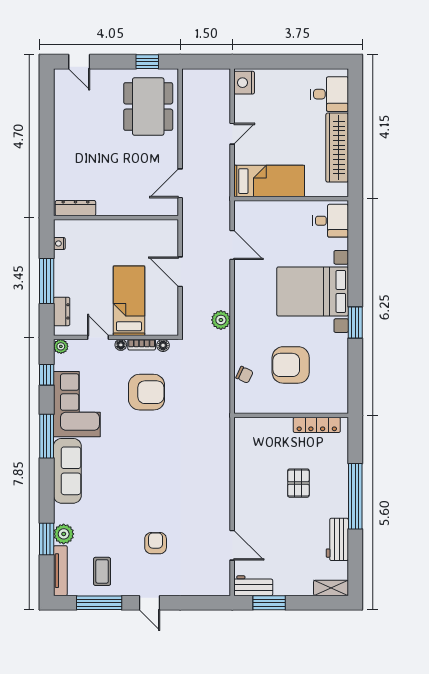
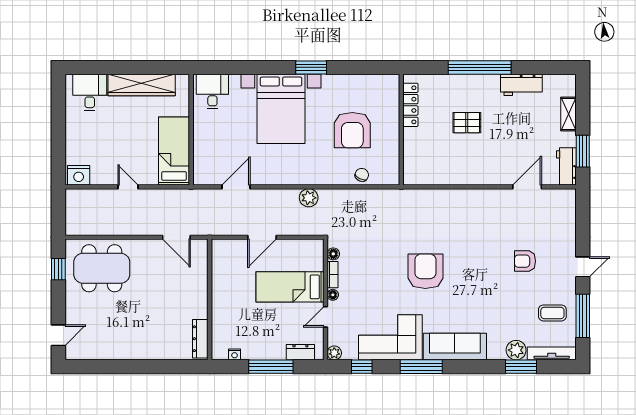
armchair: (147, 392) -> (425, 271), moved
shelving: (331, 588) -> (568, 114), moved

